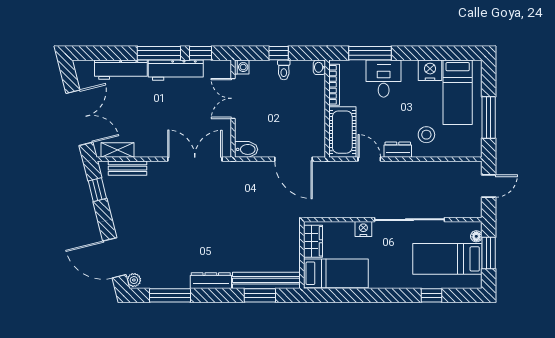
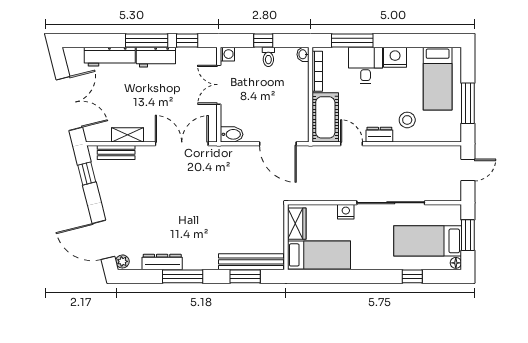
workbench: (176, 70) -> (156, 57), width x0.73
nightstand: (430, 70) -> (395, 57), moved
shelving: (118, 150) -> (128, 135), moved
floor lamp: (476, 236) -> (456, 263), moved
dresser: (211, 281) -> (162, 262), moved
window: (170, 295) -> (183, 276), moved

